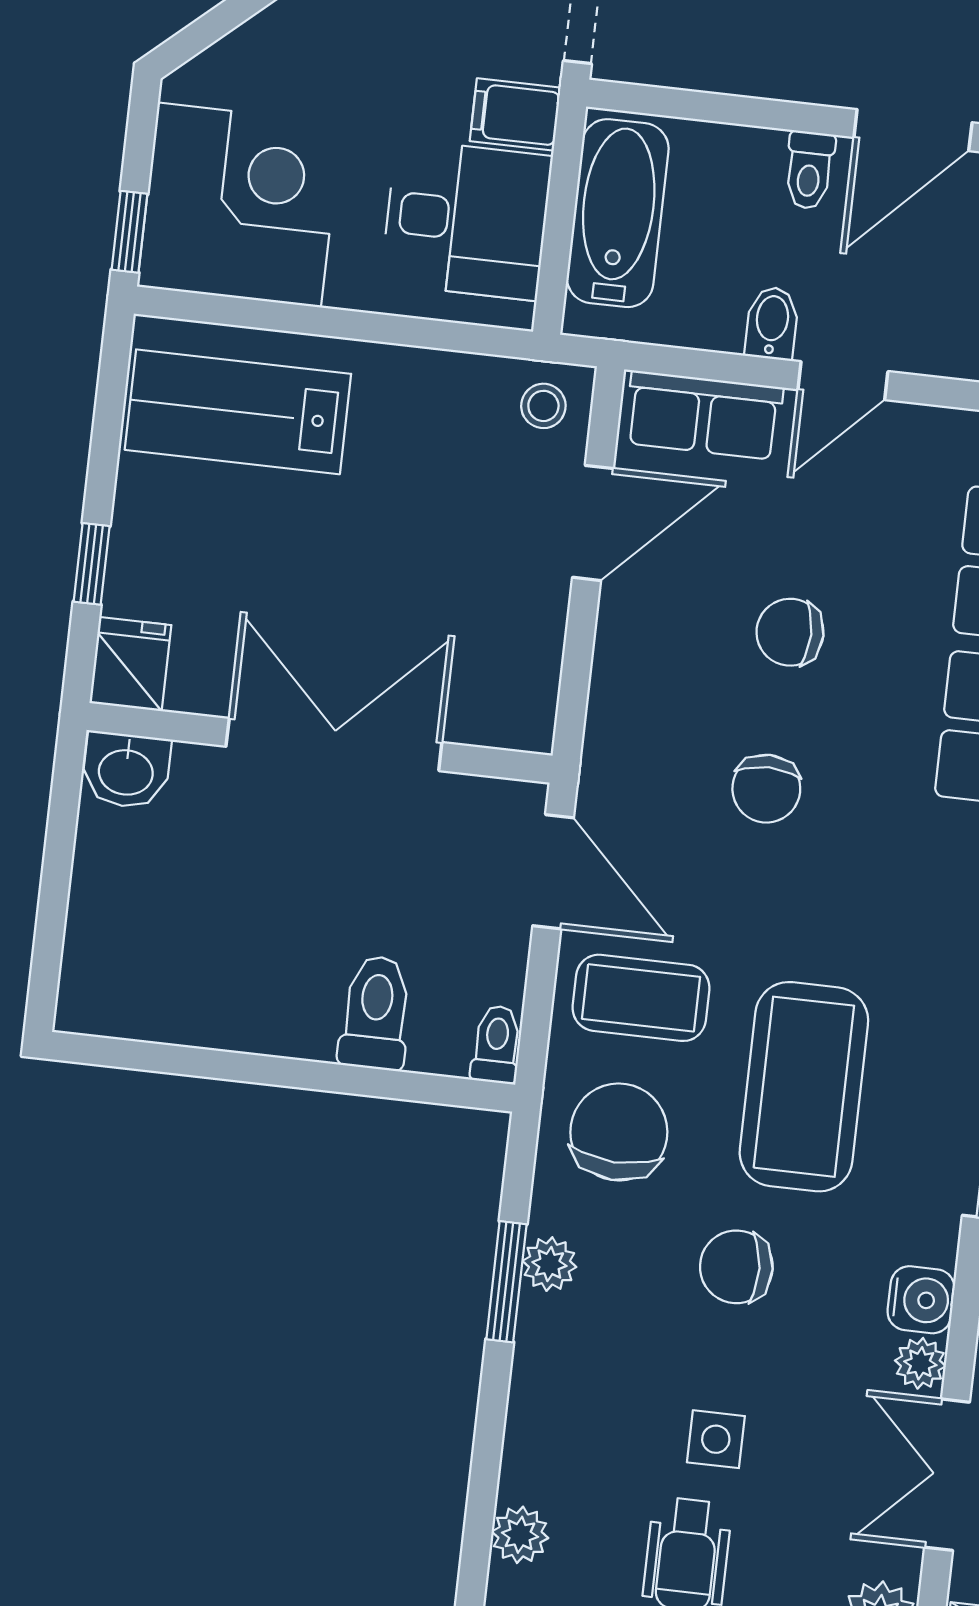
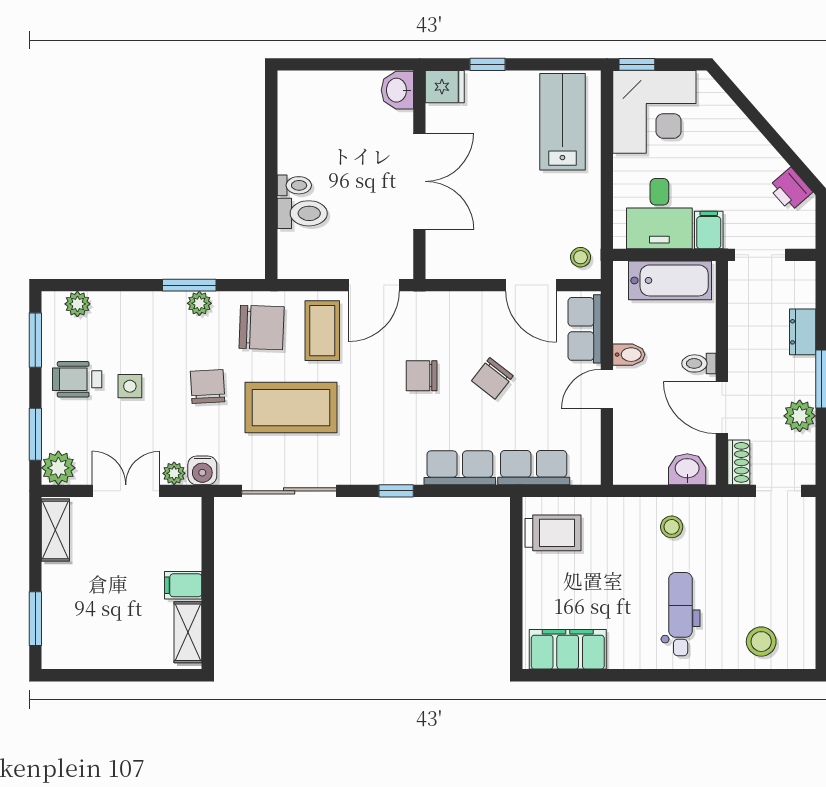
door: (843, 381) -> (607, 389), hinge flipped
chair: (790, 632) -> (492, 378), turned -142
toilet: (496, 1044) -> (294, 185), moved

